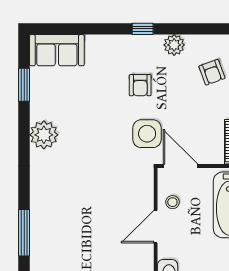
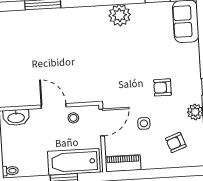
side table: (147, 134) -> (144, 123), moved, width x0.54, depth x0.54

